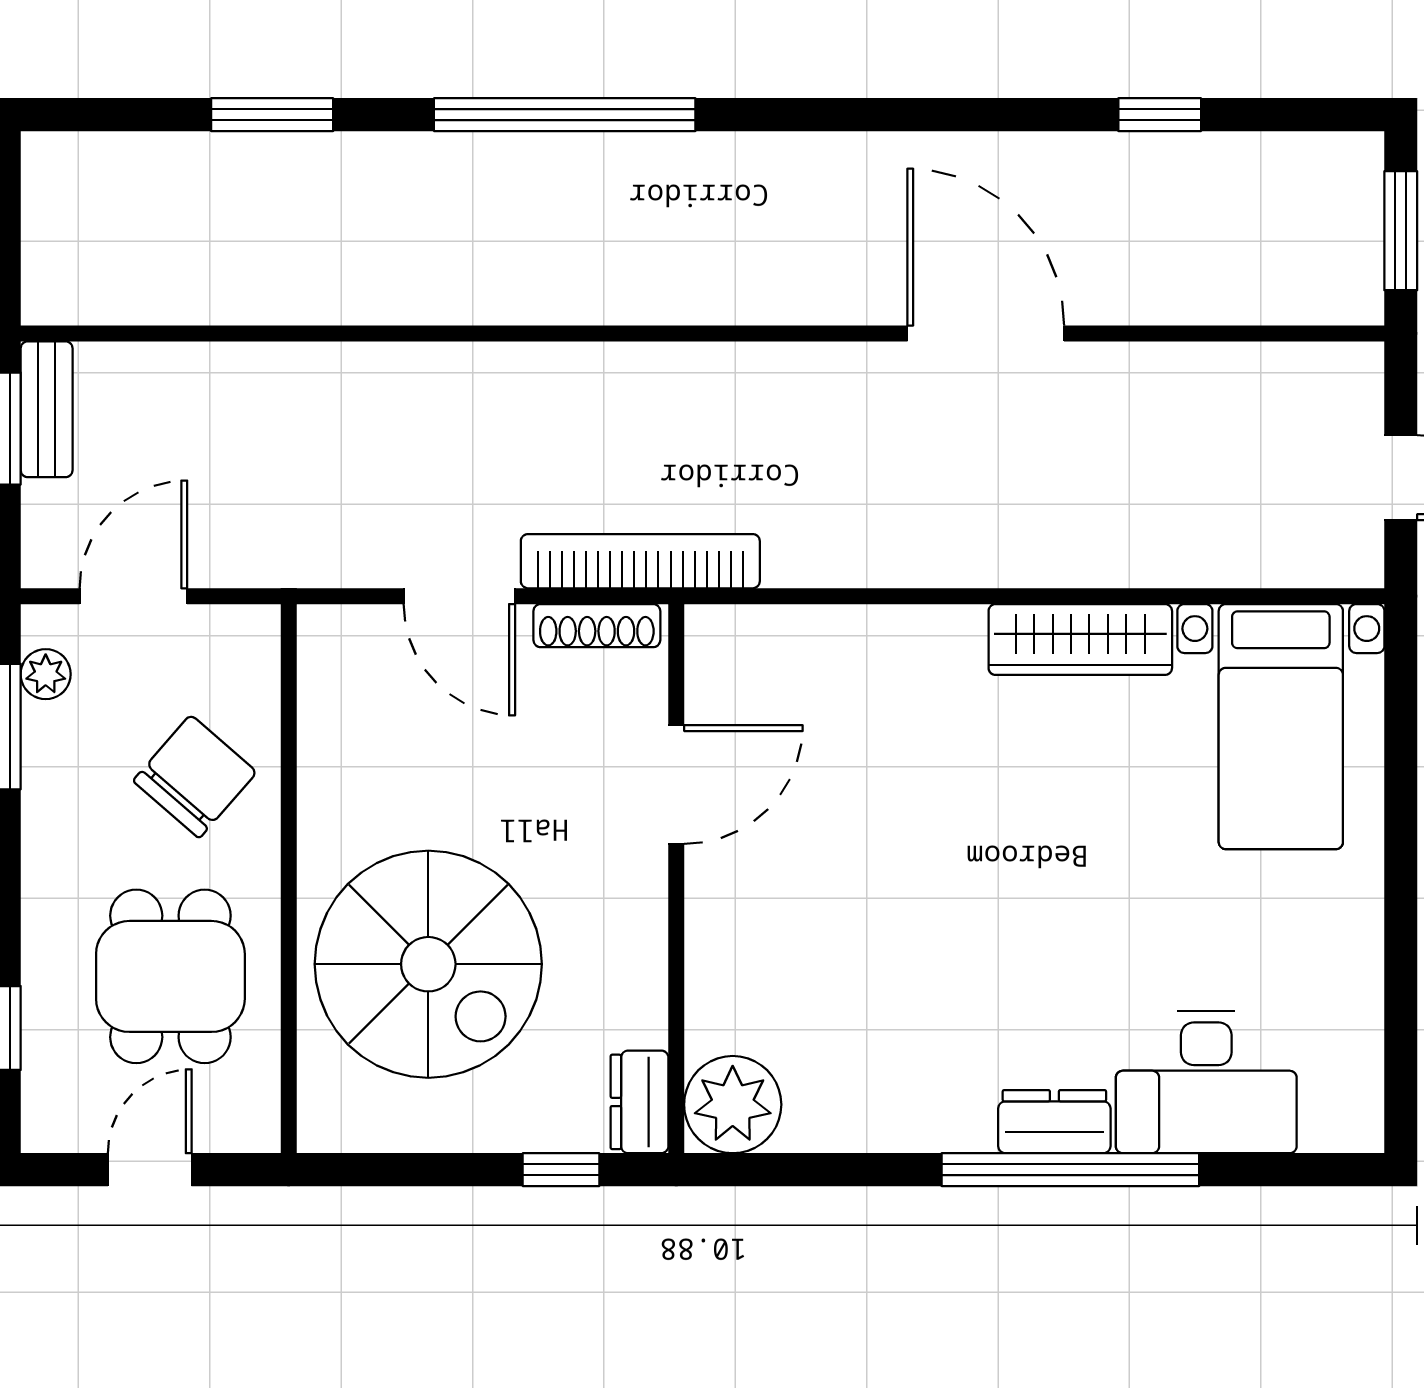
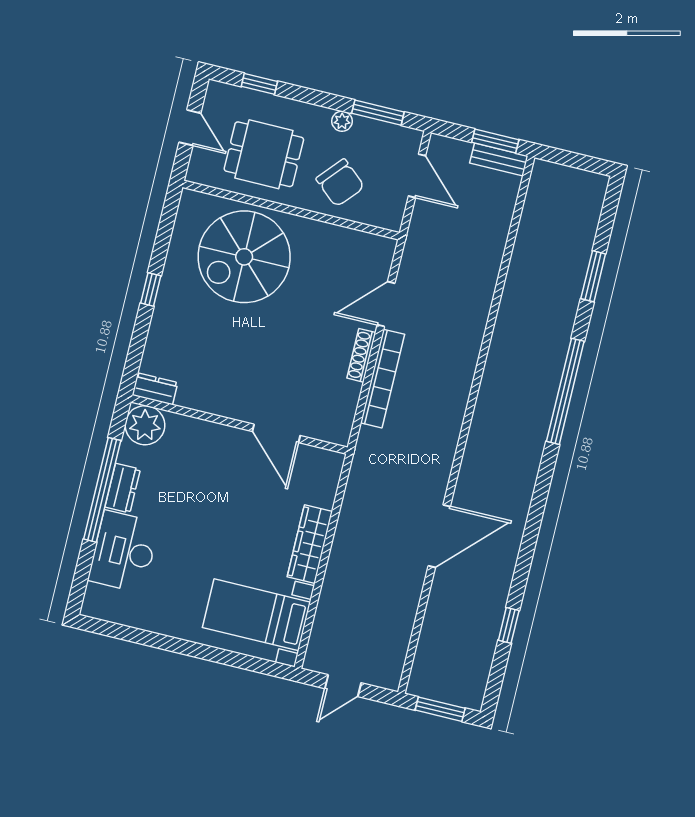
plant: (46, 674) -> (342, 121), moved
door: (676, 785) -> (276, 433), moved
wall: (676, 879) -> (239, 425), moved
dresser: (640, 1102) -> (155, 389), moved
plant: (733, 1105) -> (145, 425), moved

